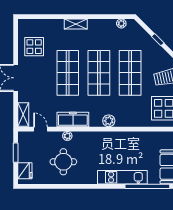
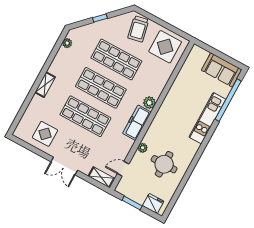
freezer: (73, 119) -> (137, 123), moved

